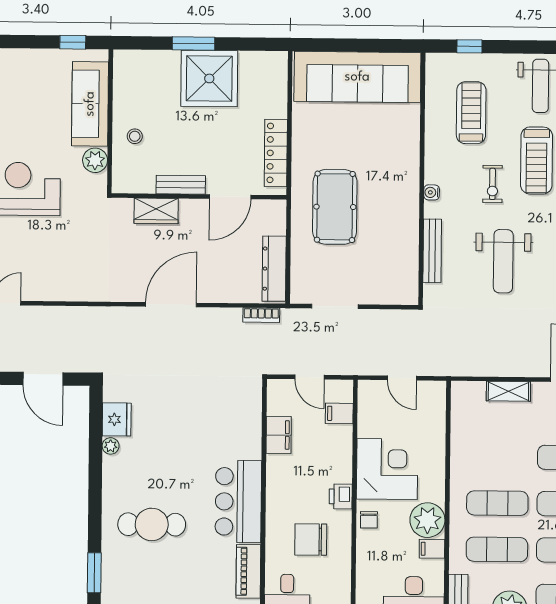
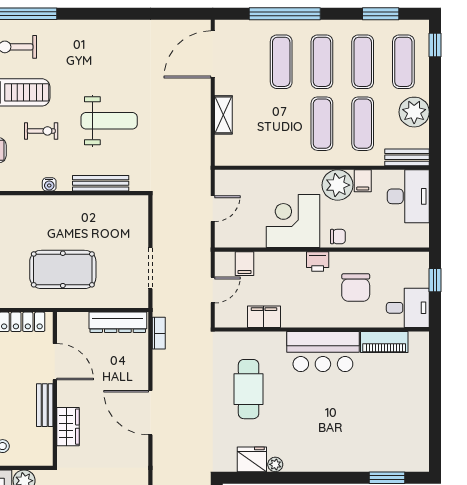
cafe table: (152, 524) -> (249, 389), moved

